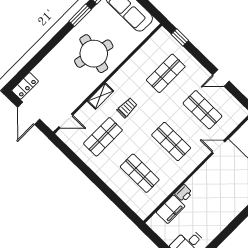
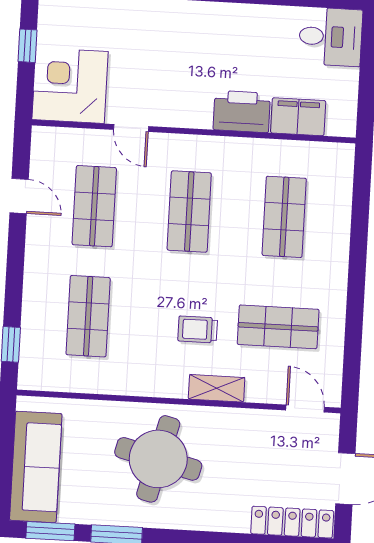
shop shelf: (166, 73) -> (88, 316), turned 90
door: (221, 78) -> (19, 196), moved
locker: (25, 86) -> (292, 522), width x1.53
printer: (184, 193) -> (242, 111), width x1.87, depth x1.48

